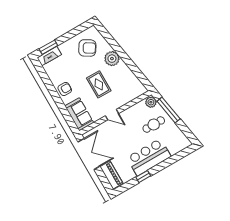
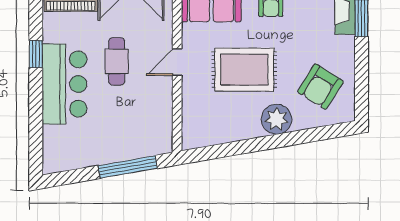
rug: (99, 84) -> (244, 70), width x1.36, depth x1.43
plant: (151, 102) -> (159, 144), removed
cafe table: (154, 125) -> (117, 61), moved

